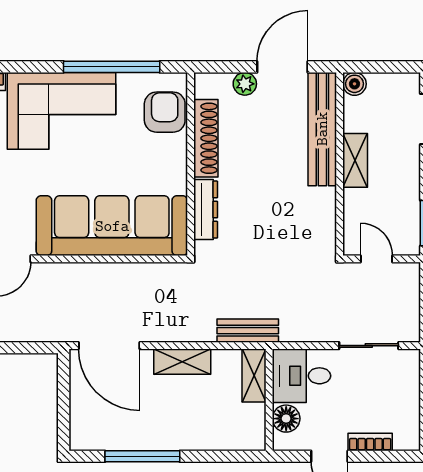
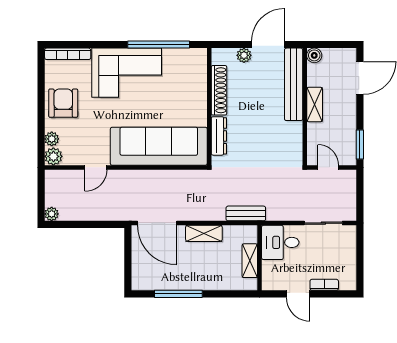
armchair: (165, 112) -> (193, 73), removed
shelving: (254, 375) -> (250, 261), moved
floor lamp: (286, 419) -> (270, 270), removed

